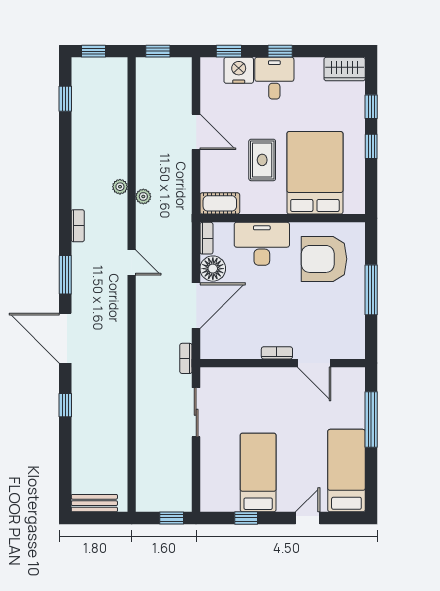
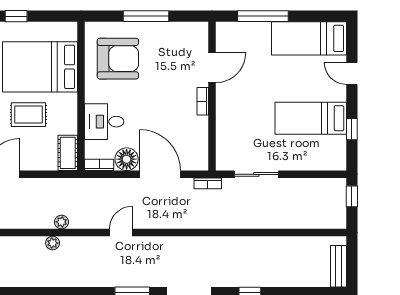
bookcase: (78, 226) -> (88, 281), removed
desk: (262, 244) -> (104, 122), width x0.73
armchair: (324, 259) -> (118, 59), turned -90

